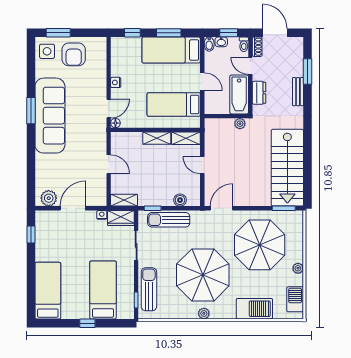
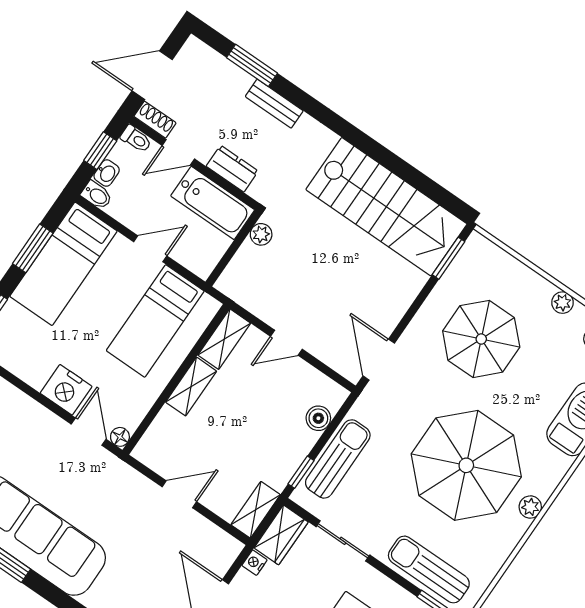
nightstand: (116, 82) -> (66, 390), width x1.89, depth x1.79
sun lounger: (169, 220) -> (338, 459), turned 180
parasol: (260, 245) -> (481, 339), width x0.73, depth x0.73

